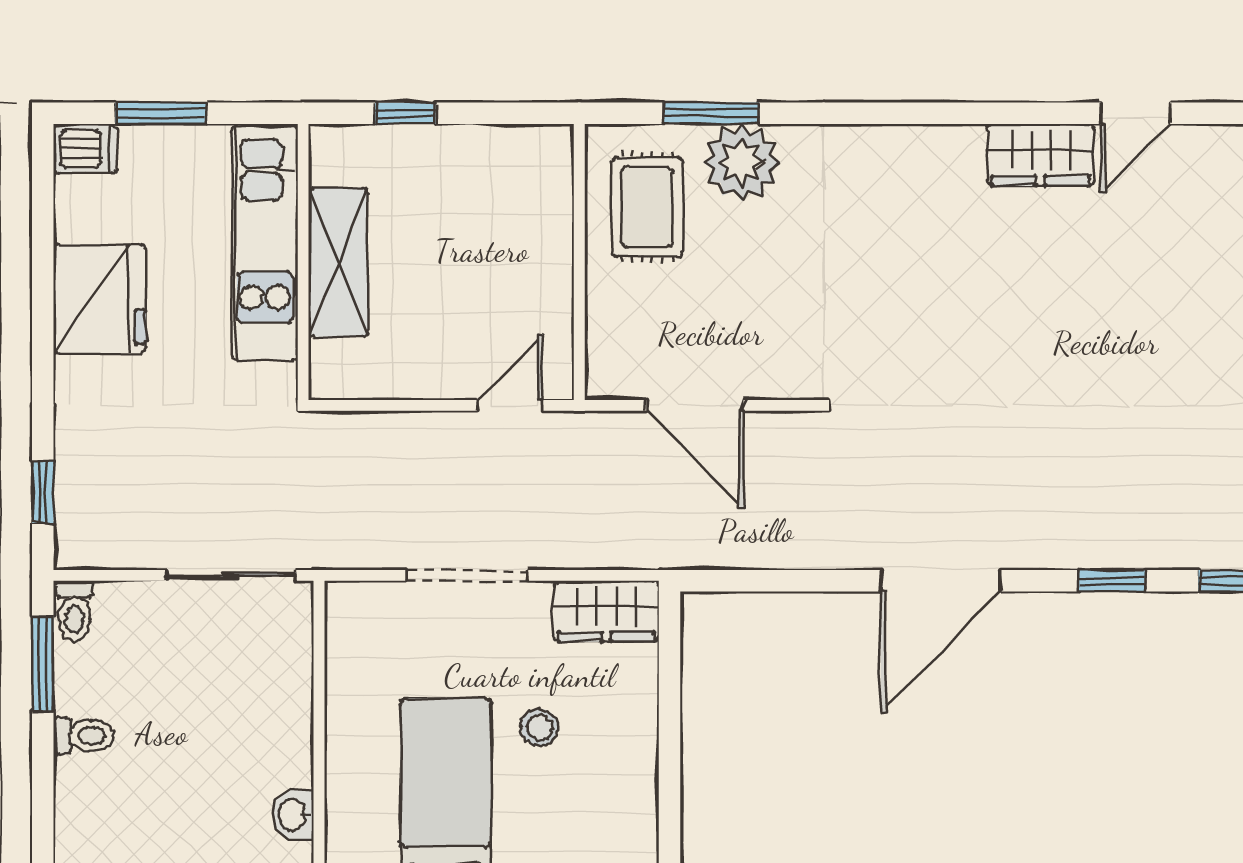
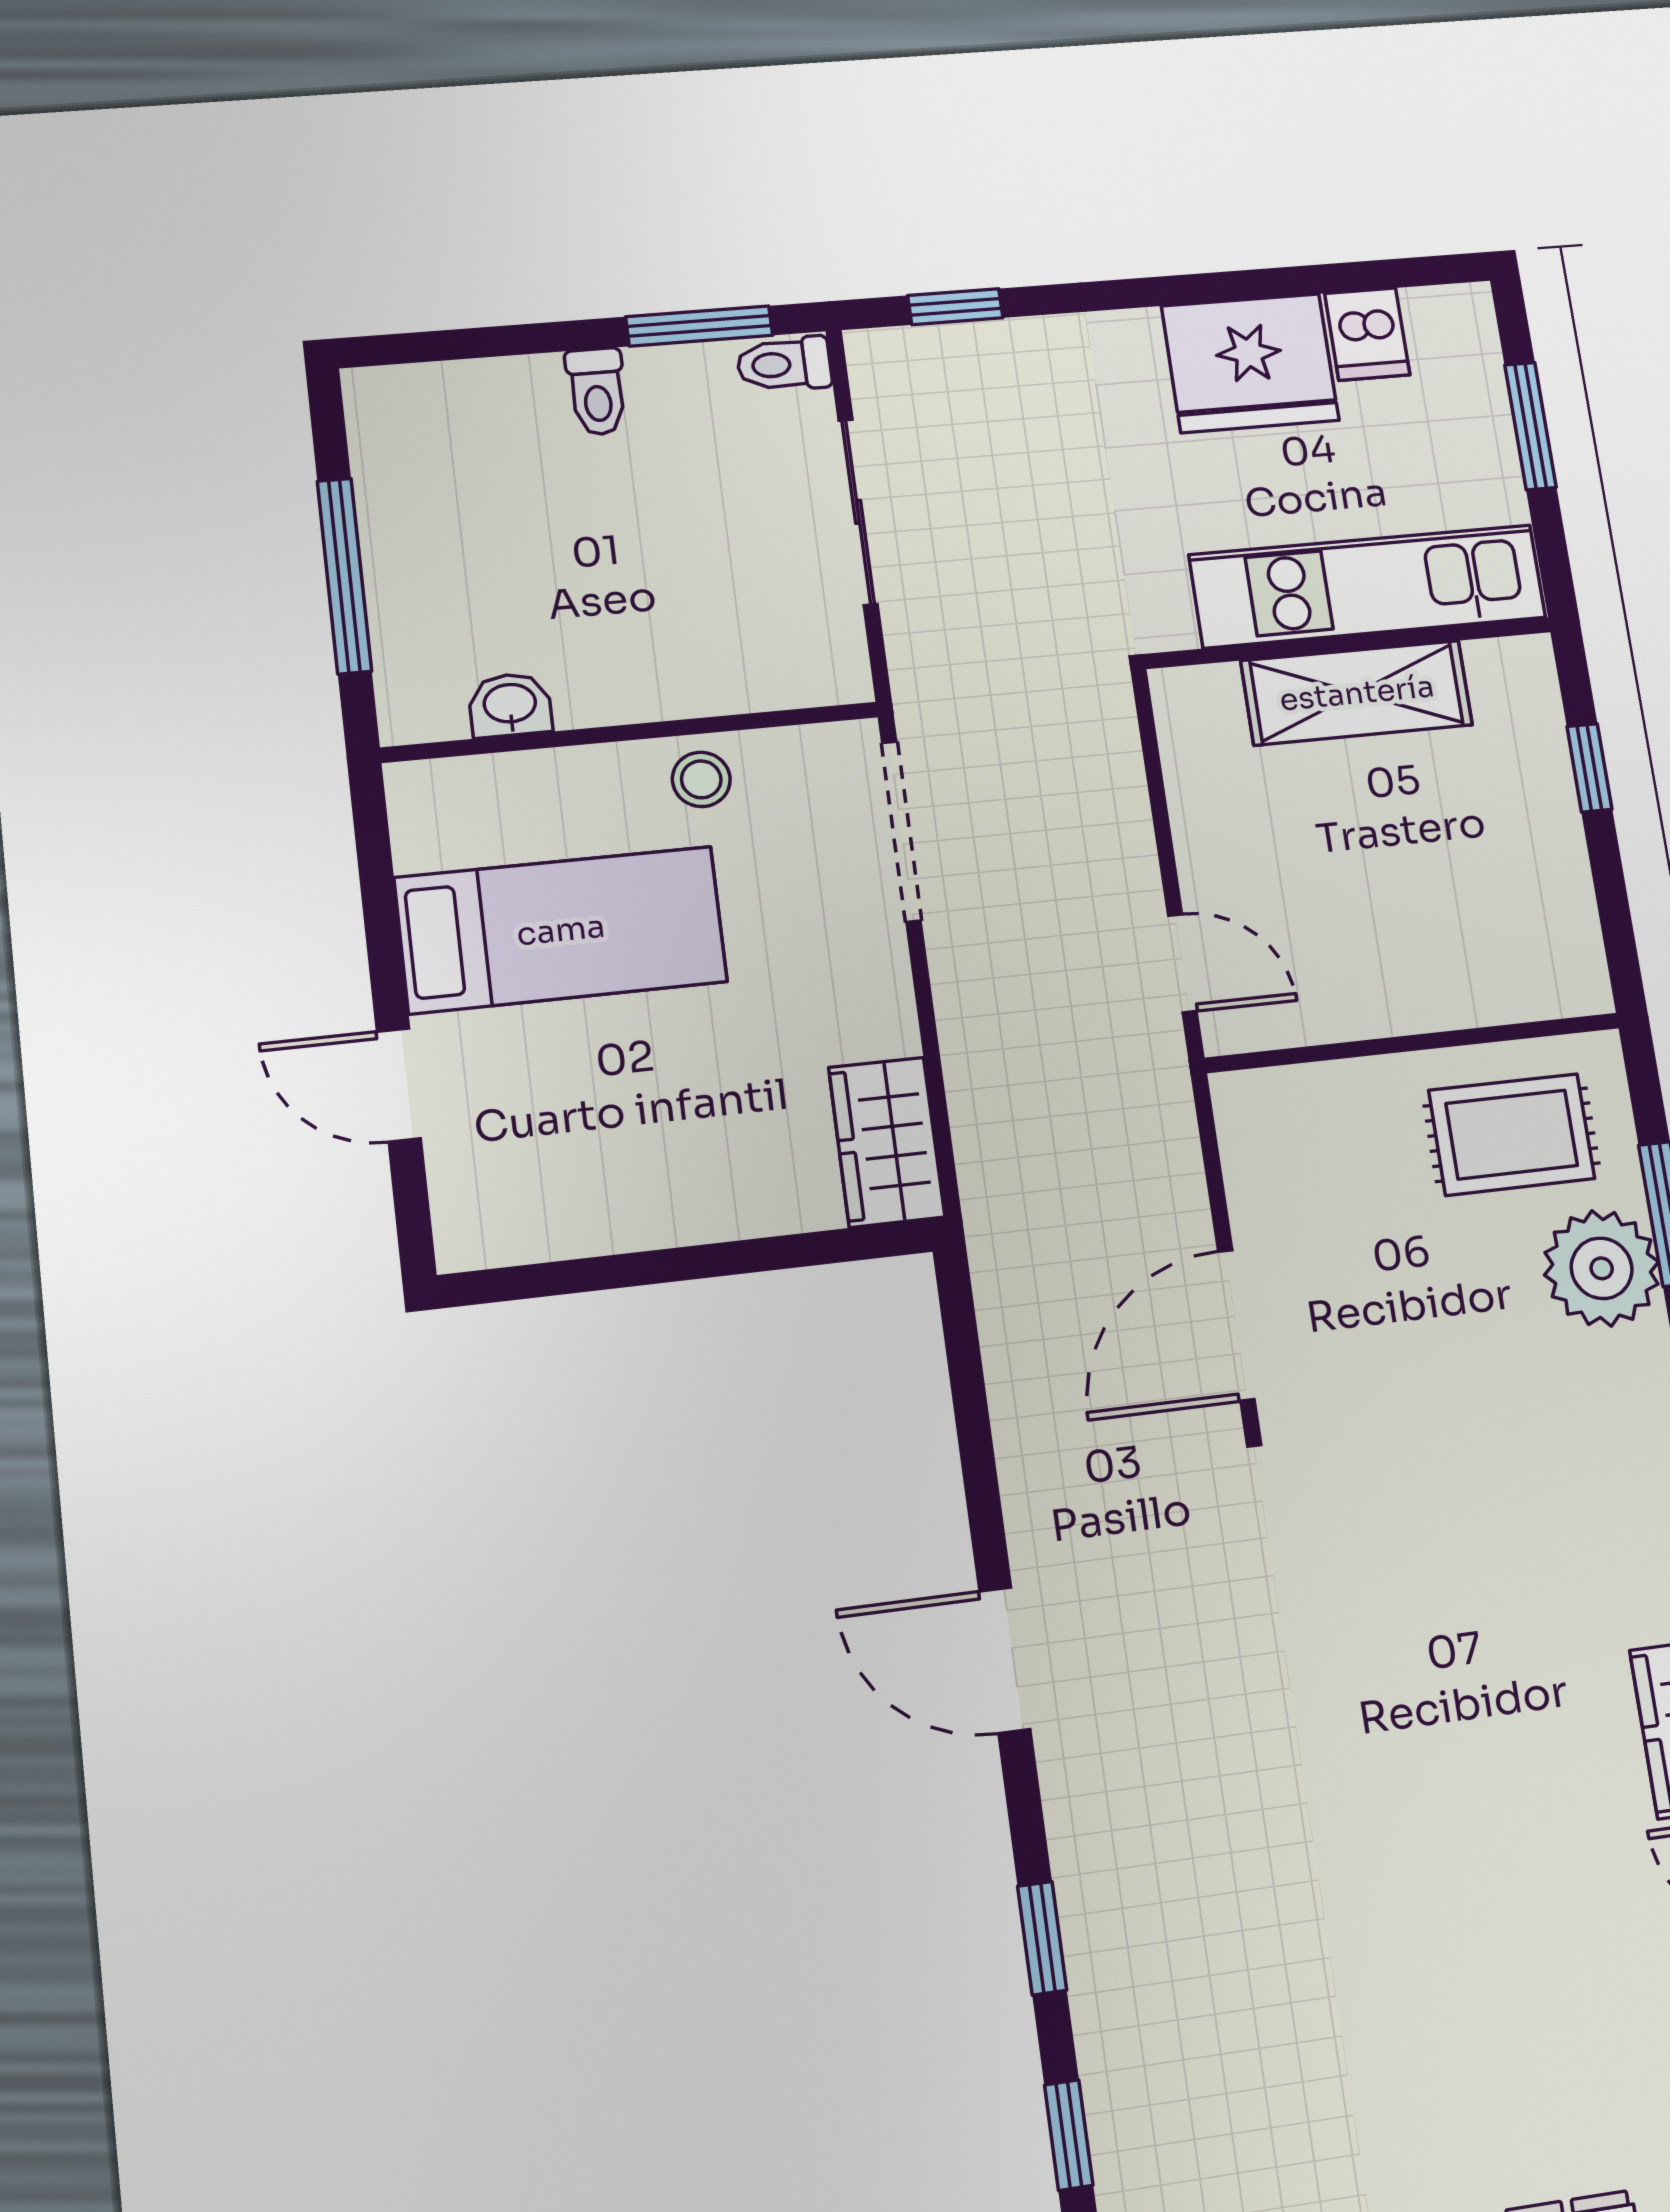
dishwasher: (85, 149) -> (1367, 334), moved
door: (695, 405) -> (1236, 1325), moved
sliding door: (231, 575) -> (858, 512), moved
doorway: (466, 575) -> (901, 832), moved
door: (941, 581) -> (1005, 1660), width x0.73
stool: (540, 727) -> (701, 779), moved

